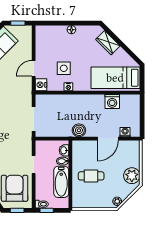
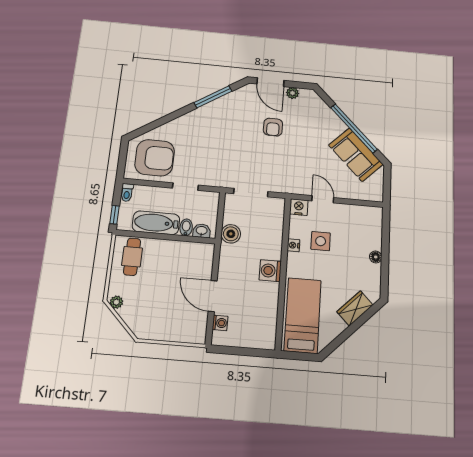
window: (18, 23) -> (387, 184), removed
washing machine: (112, 101) -> (270, 271), moved
boiler: (79, 130) -> (231, 234), moved
cafe table: (91, 176) -> (132, 257), moved
plant: (132, 176) -> (153, 328), removed
window: (17, 210) -> (122, 158), removed
window: (47, 210) -> (115, 215), moved

